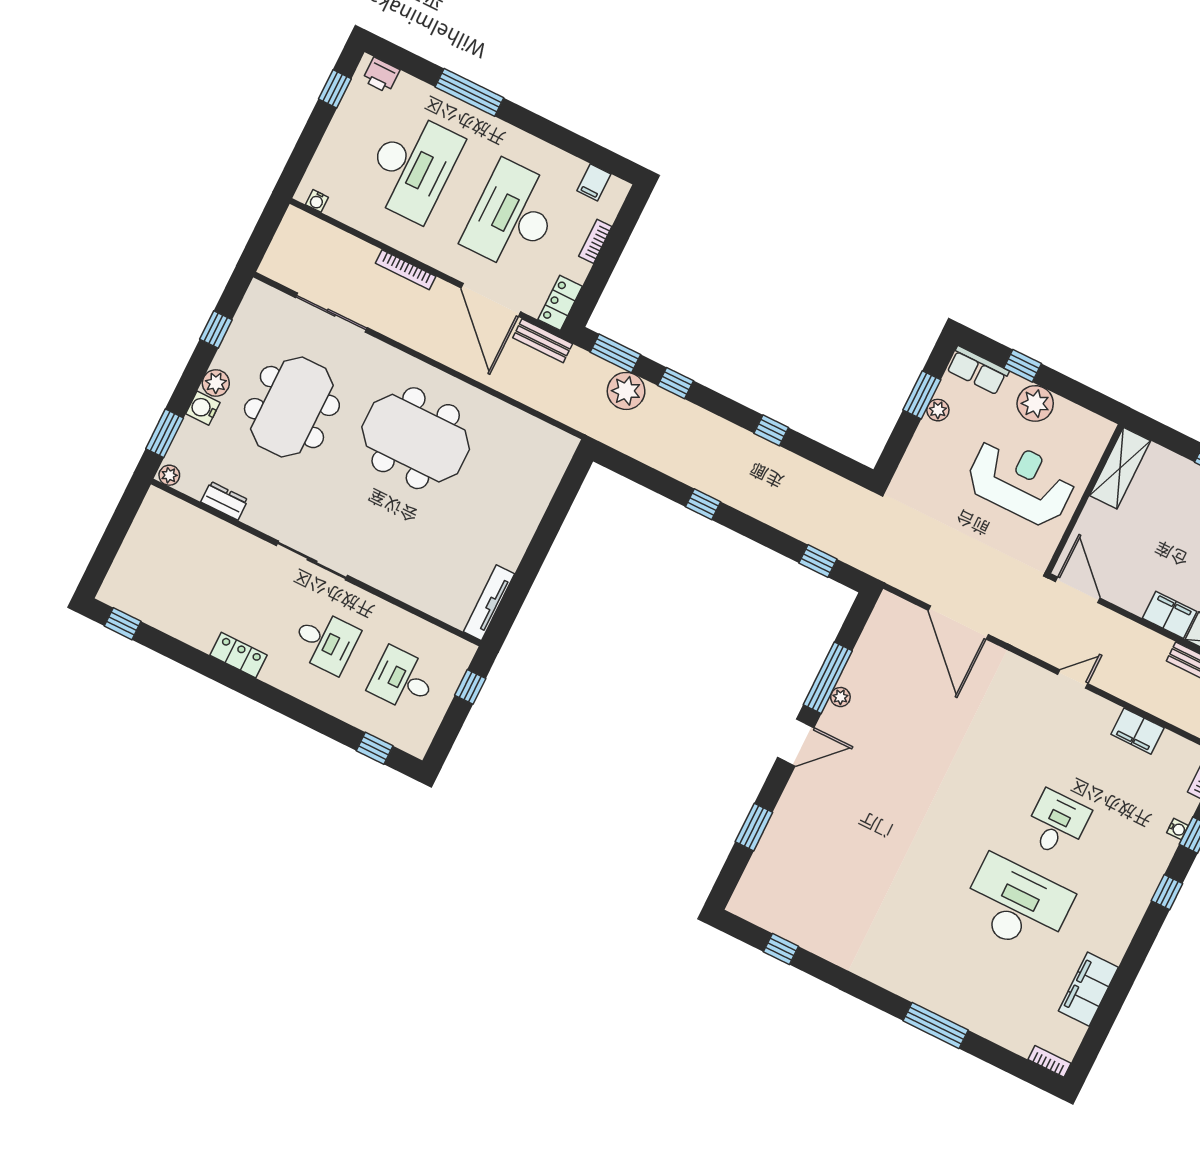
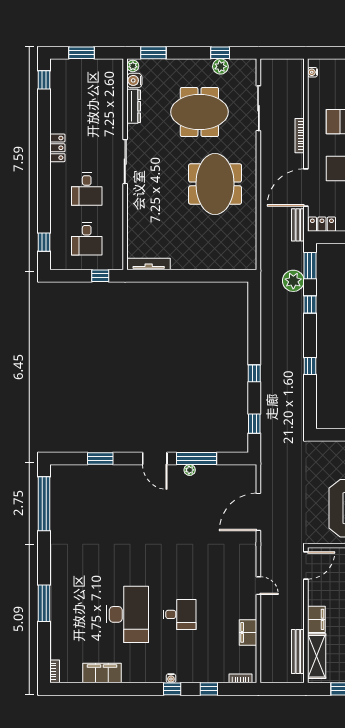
plant: (216, 383) -> (220, 66), moved
water cooler: (203, 408) -> (134, 80), moved, turned -90
dresser: (224, 501) -> (134, 106), width x1.44
window: (703, 504) -> (254, 373), moved
window: (110, 545) -> (82, 53), added
desk: (403, 680) -> (87, 239), turned 180
water cooler: (1178, 829) -> (171, 678), moved
window: (781, 949) -> (44, 504), width x3.17

